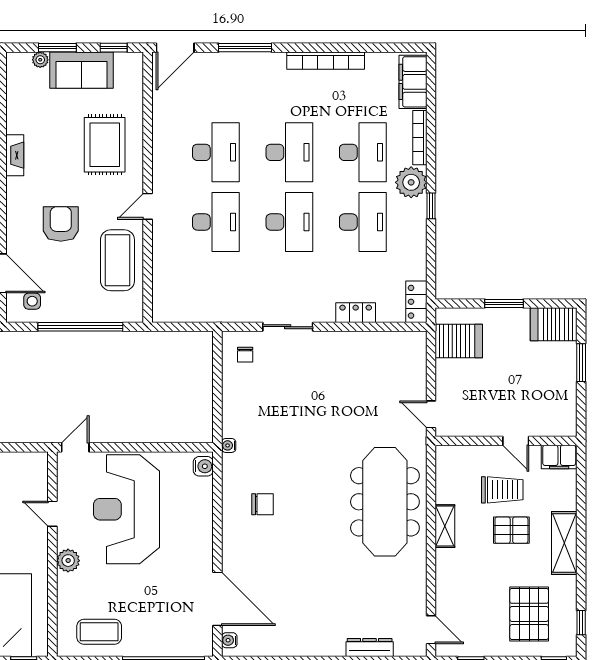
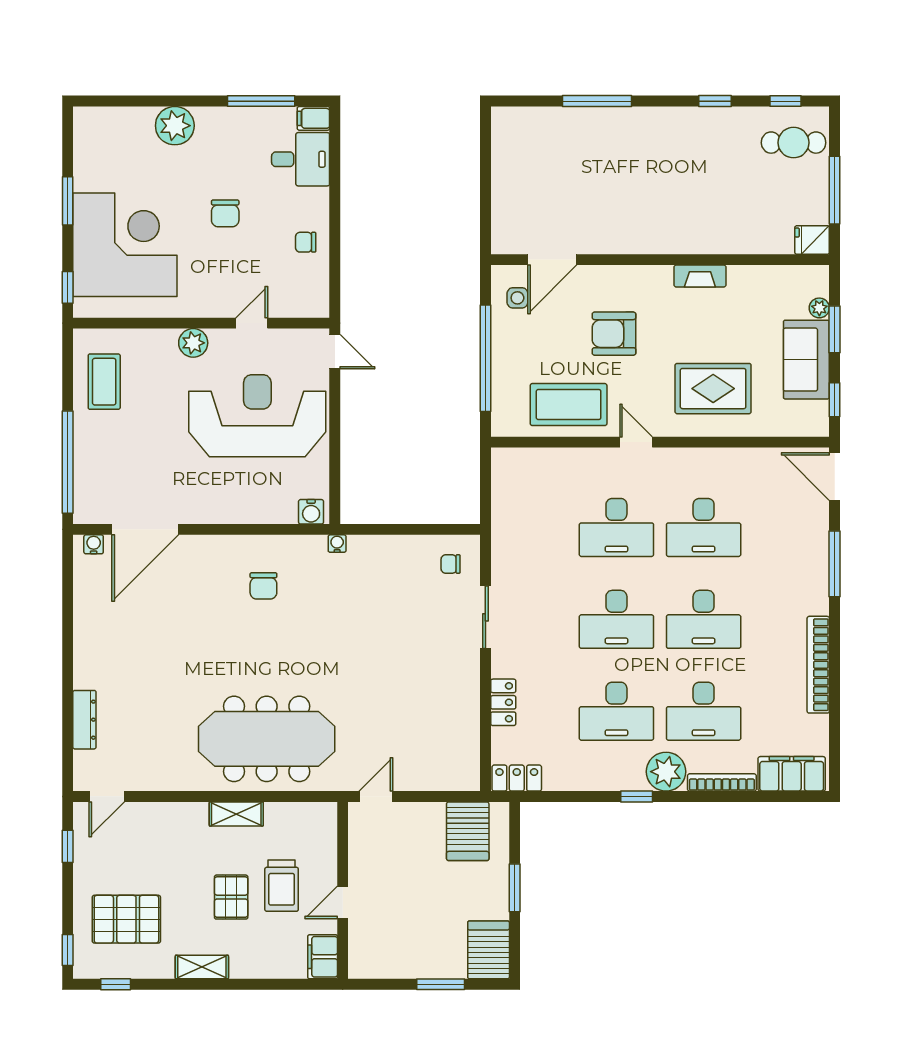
armchair: (61, 224) -> (614, 334), turned 180
shelving: (564, 543) -> (202, 967), width x0.67, depth x0.75

